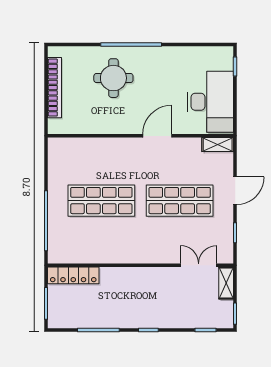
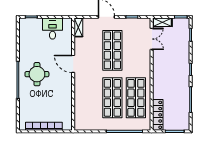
round table: (113, 78) -> (37, 74), moved
desk: (210, 102) -> (53, 29), width x0.53, depth x0.77
shop shelf: (101, 240) -> (136, 98), added
double door: (199, 265) -> (152, 39), swing flipped

